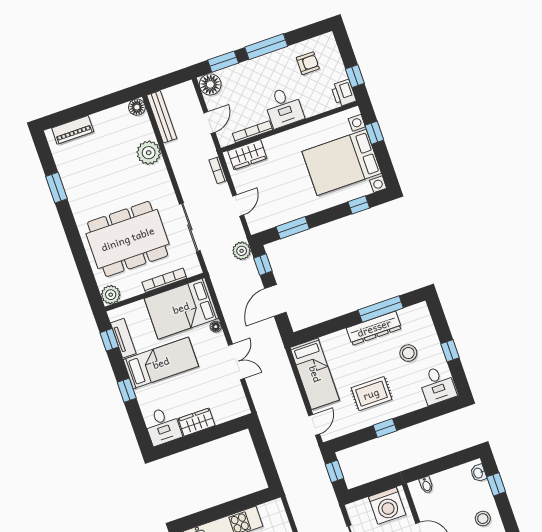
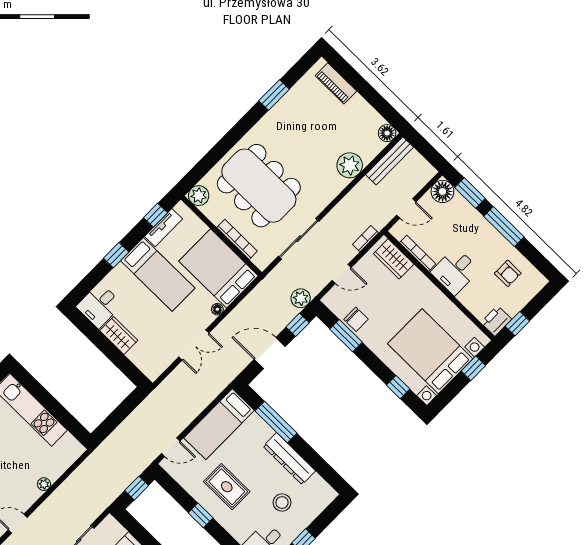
chair: (283, 212) -> (356, 319), added
window: (381, 309) -> (276, 422), moved

